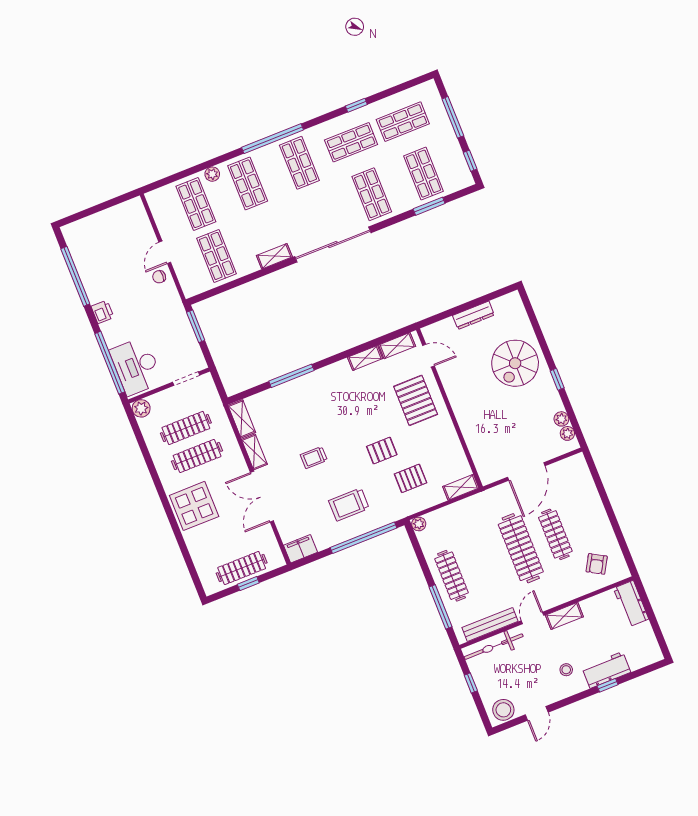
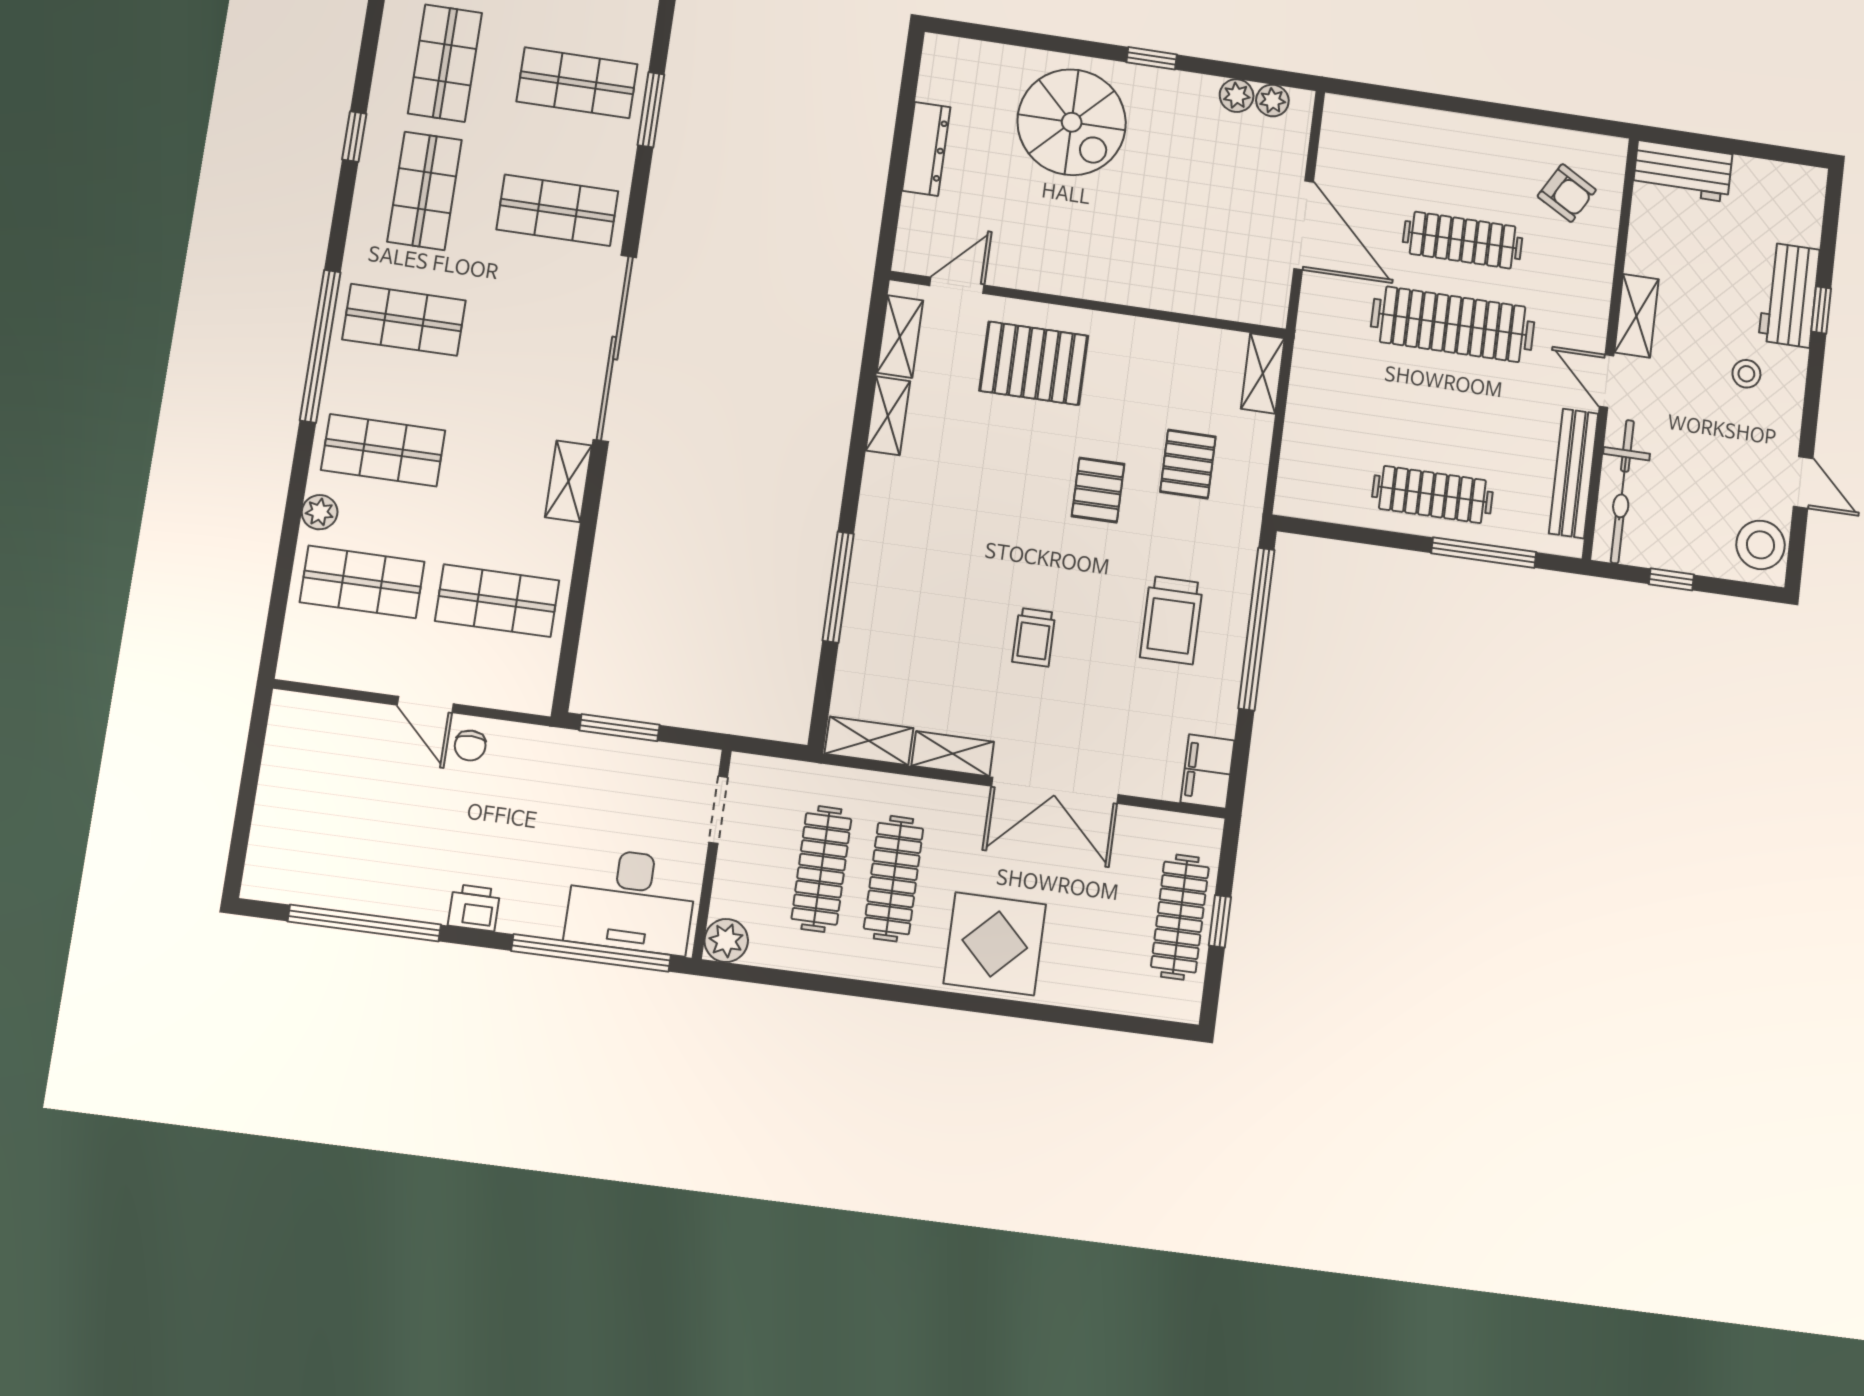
plant: (419, 524) -> (1290, 501), removed

